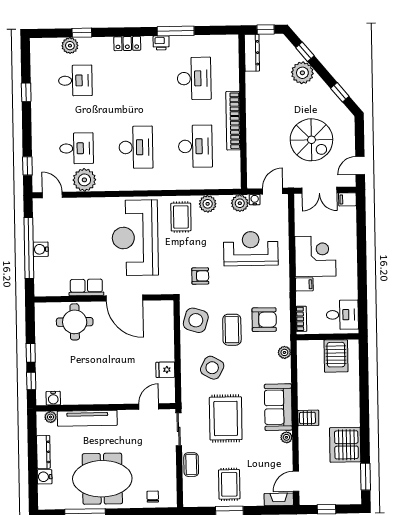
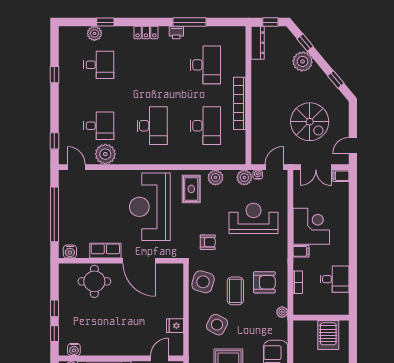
water cooler: (41, 249) -> (70, 251), moved, turned -90
wall: (328, 337) -> (321, 318), moved
server rack: (336, 356) -> (328, 335), moved

